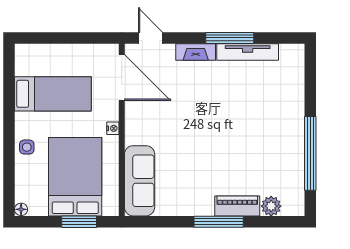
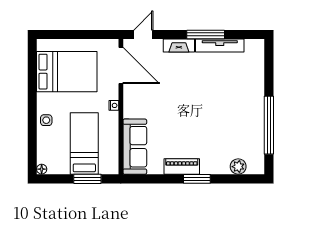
door: (150, 38) -> (143, 34), hinge flipped
bed: (53, 94) -> (67, 72), width x1.50
bed: (75, 177) -> (84, 143), width x0.67
piano: (237, 206) -> (182, 166), moved
window: (219, 222) -> (197, 179), width x0.69

